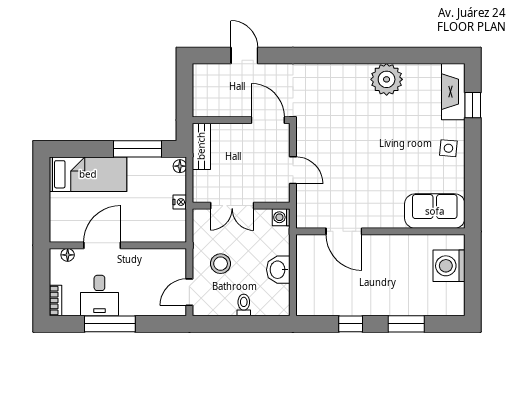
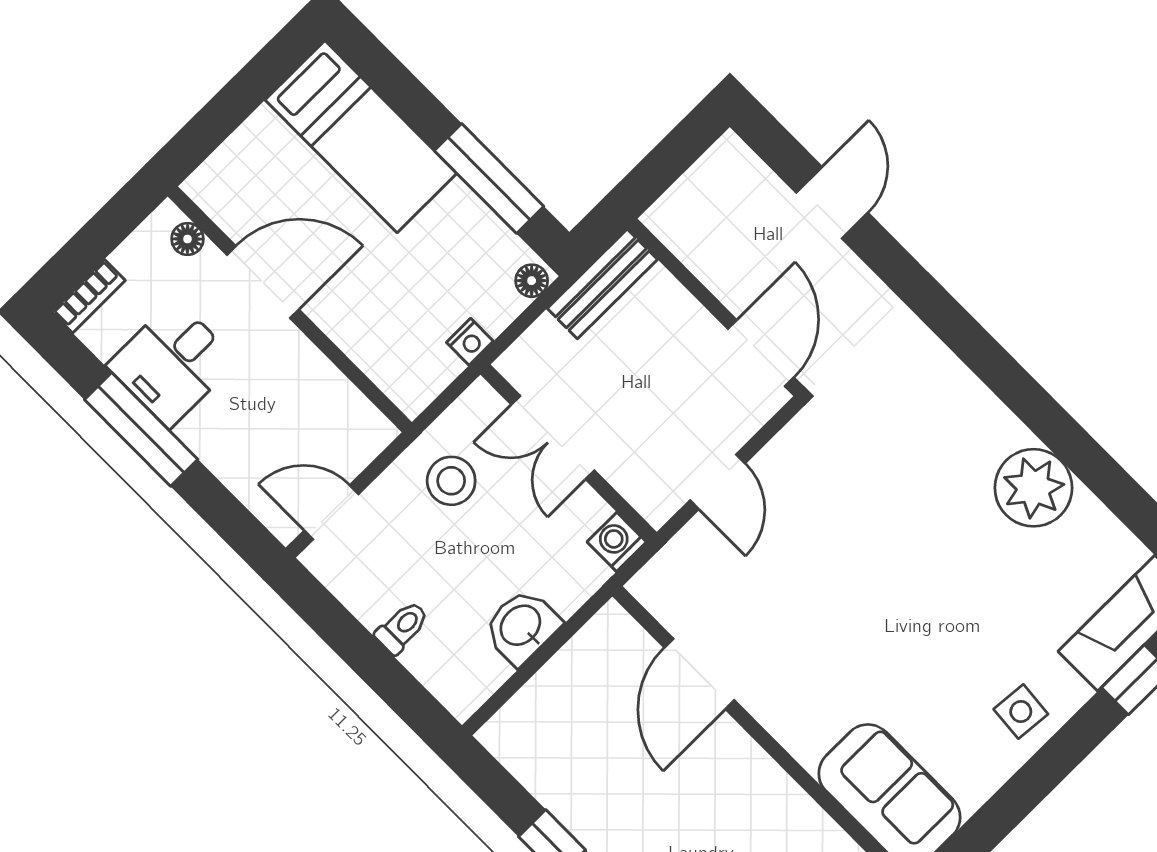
stool: (221, 264) -> (451, 481), moved

